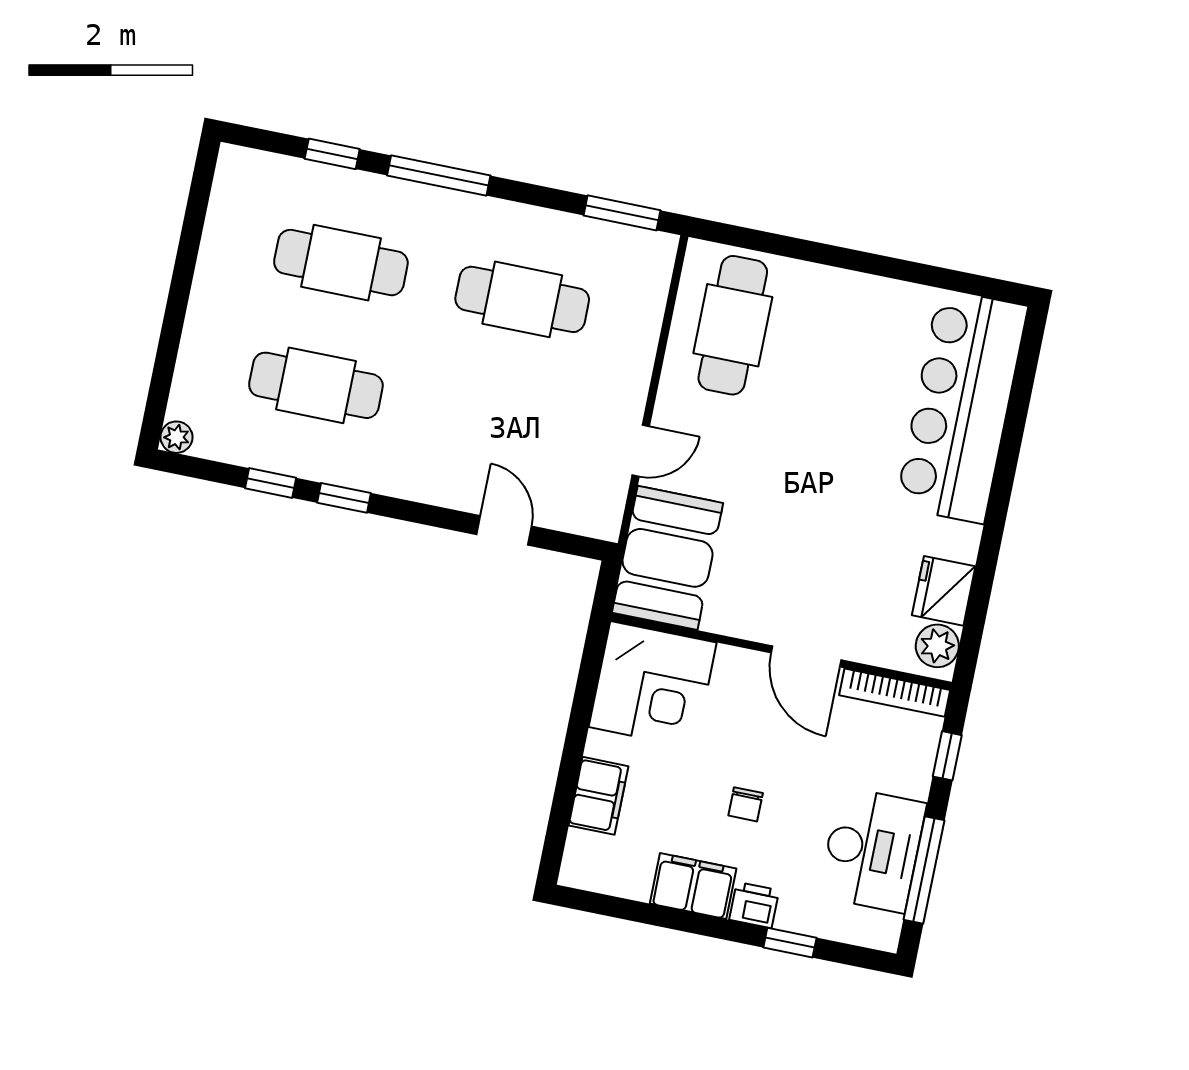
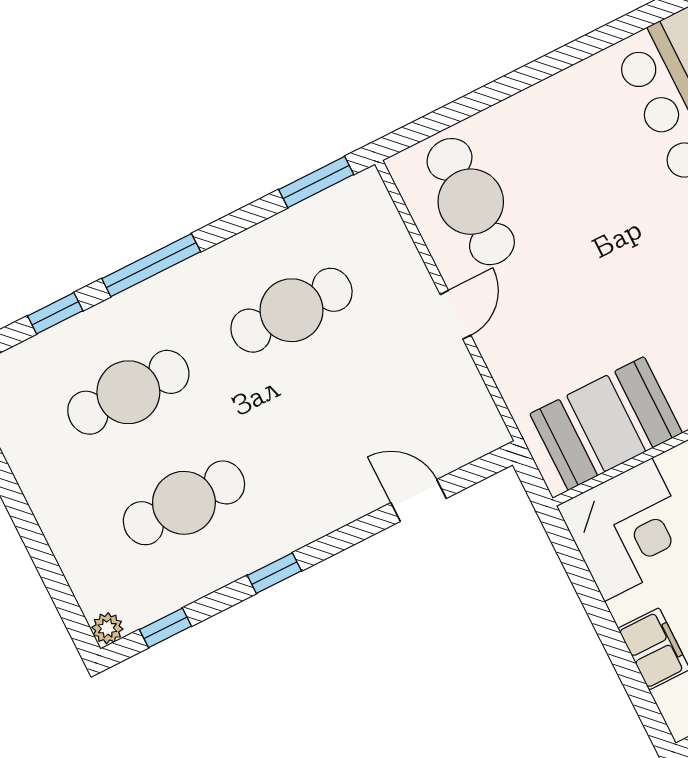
door: (641, 451) -> (456, 315), moved
window: (271, 483) -> (165, 628), moved
booth: (668, 558) -> (606, 423), moved, turned 90

